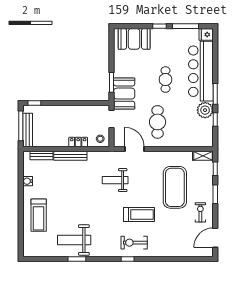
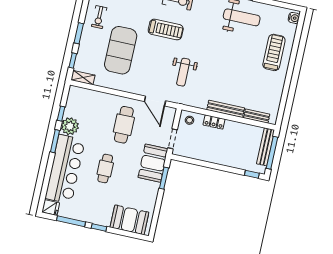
weight bench: (115, 180) -> (183, 72), turned 90
water cooler: (28, 181) -> (294, 18), moved
treadmill: (139, 214) -> (166, 30), turned 180

